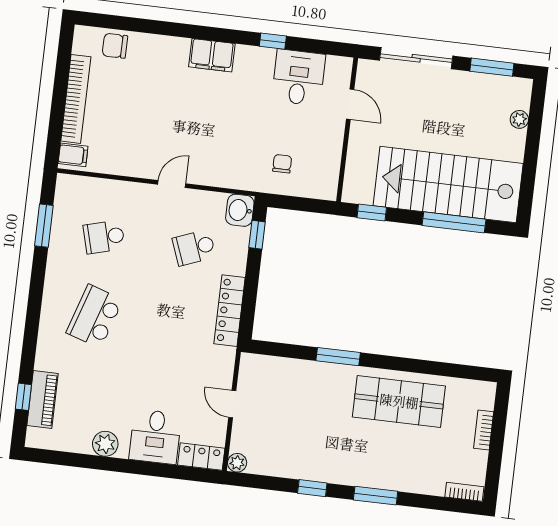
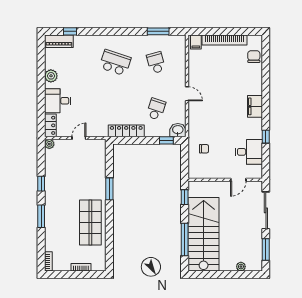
school desk: (194, 248) -> (156, 109), turned 39
piano: (43, 400) -> (59, 41), moved

